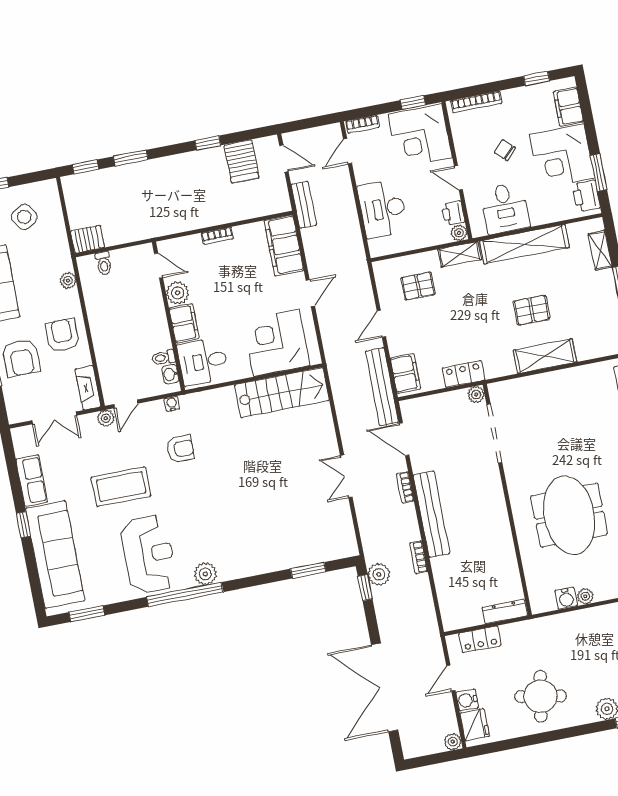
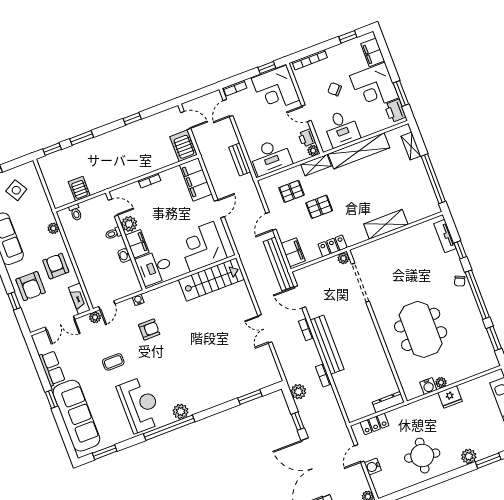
server rack: (242, 161) -> (184, 146), moved, turned 180
bench: (304, 205) -> (240, 159), moved
desk: (383, 209) -> (271, 157), moved, turned -90
server rack: (88, 239) -> (79, 189), moved, turned -90
pallet: (531, 310) -> (319, 207), moved
toilet: (163, 358) -> (113, 233), moved
washbasin: (170, 374) -> (124, 255), moved
coffee table: (121, 487) -> (113, 362), width x0.54, depth x0.58
window: (365, 588) -> (298, 421), moved
fridge: (475, 725) -> (450, 397), moved, turned 90

